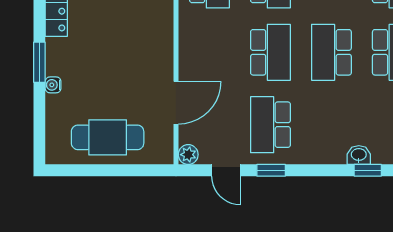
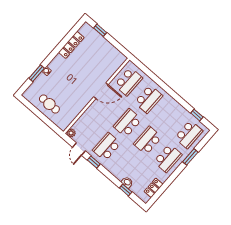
school desk: (270, 52) -> (128, 123), turned 180
window: (39, 62) -> (37, 73), moved
door: (176, 103) -> (101, 91), moved
cafe table: (108, 137) -> (49, 104), width x0.73, depth x0.74

